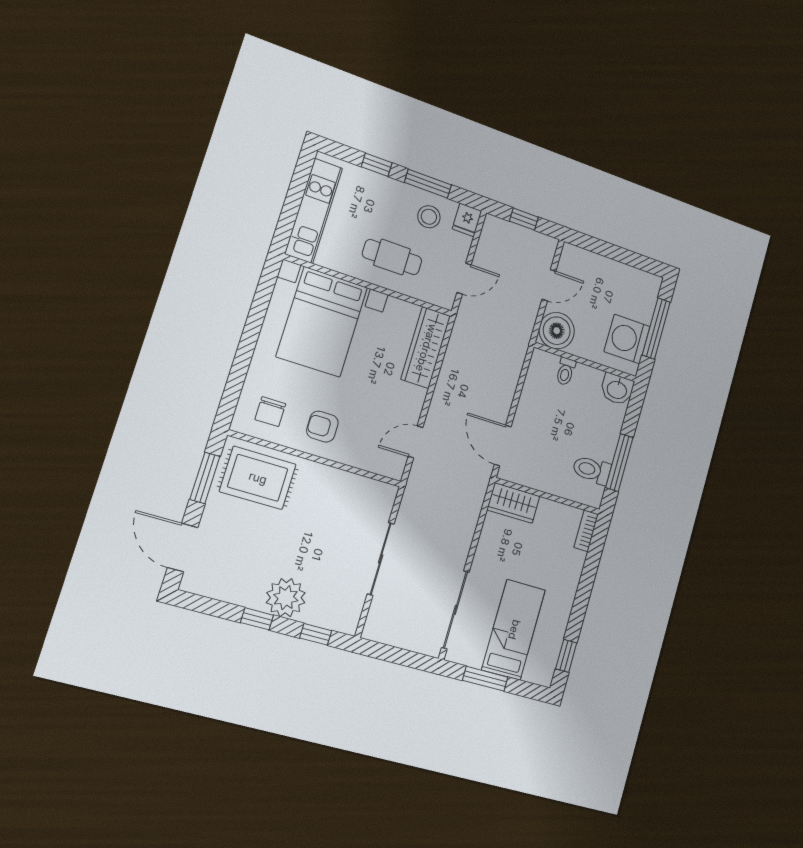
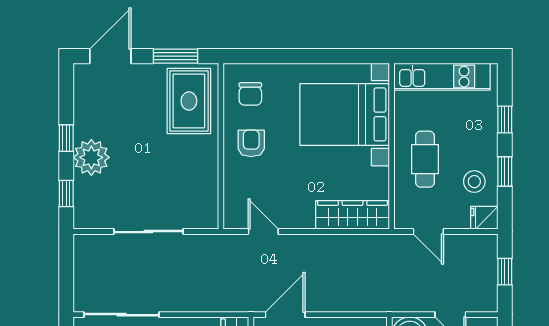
window: (428, 184) -> (505, 171), width x0.67
chair: (270, 412) -> (250, 94), turned -90

